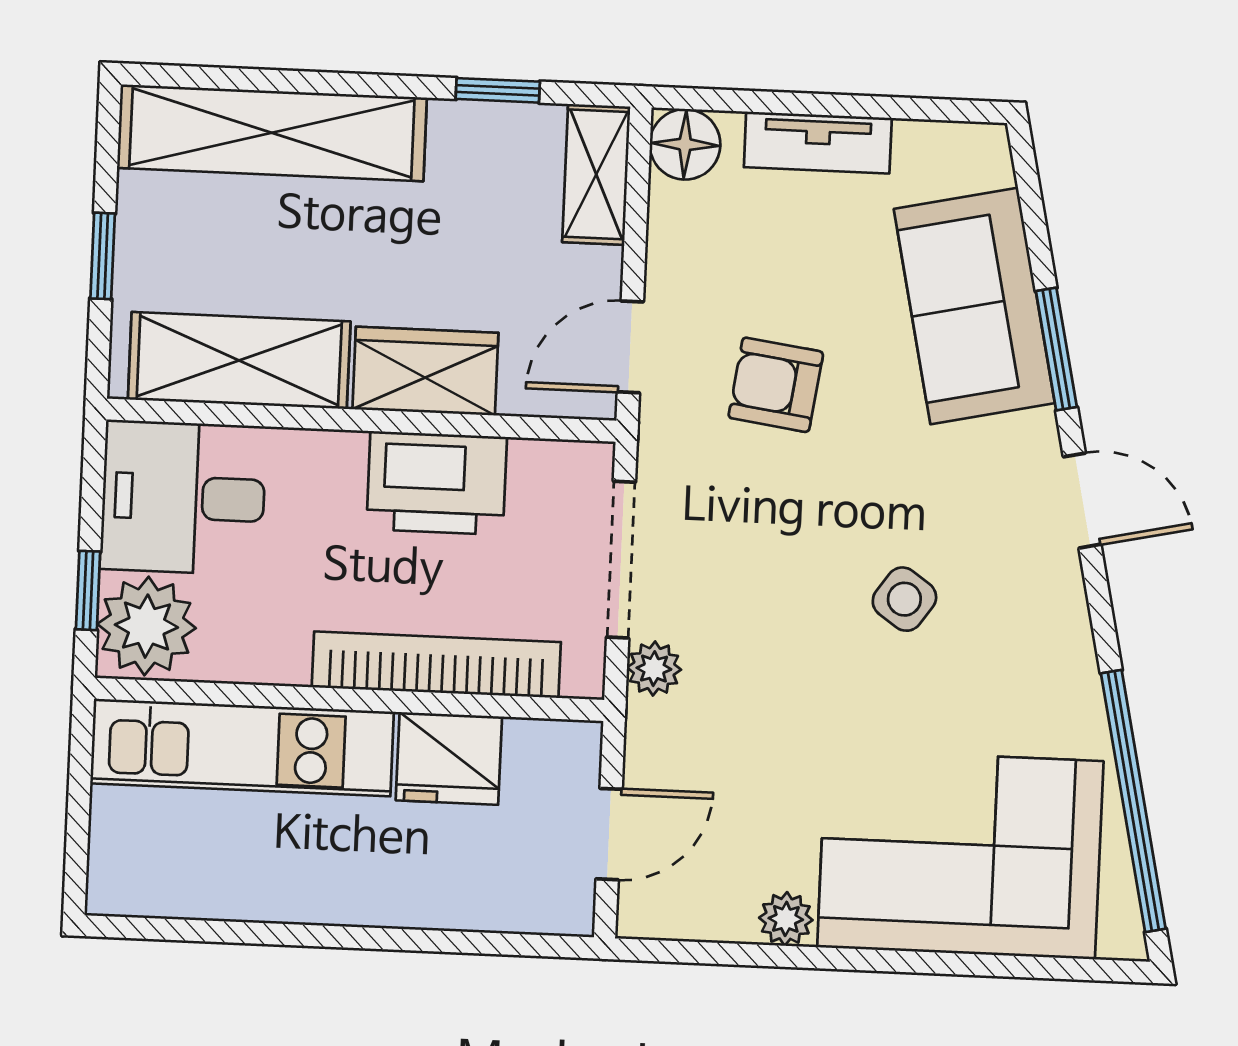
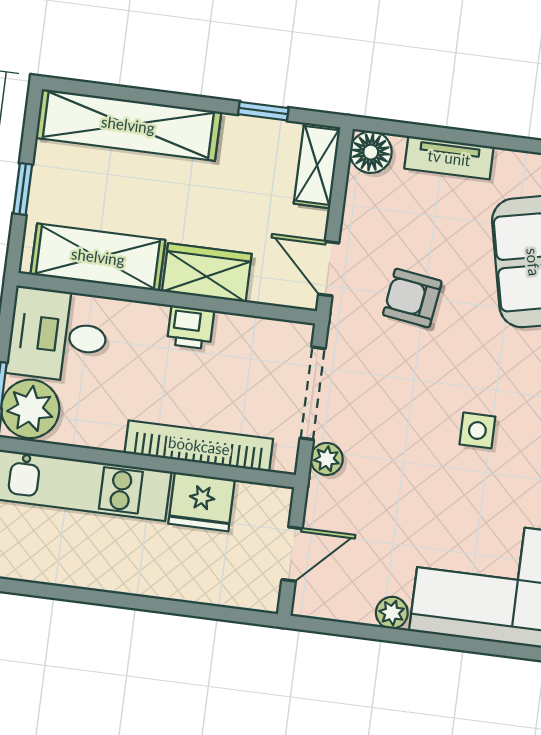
door: (630, 347) -> (329, 269), hinge flipped
printer: (437, 483) -> (190, 327), width x0.53, depth x0.68
side table: (904, 599) -> (477, 430), turned -35

